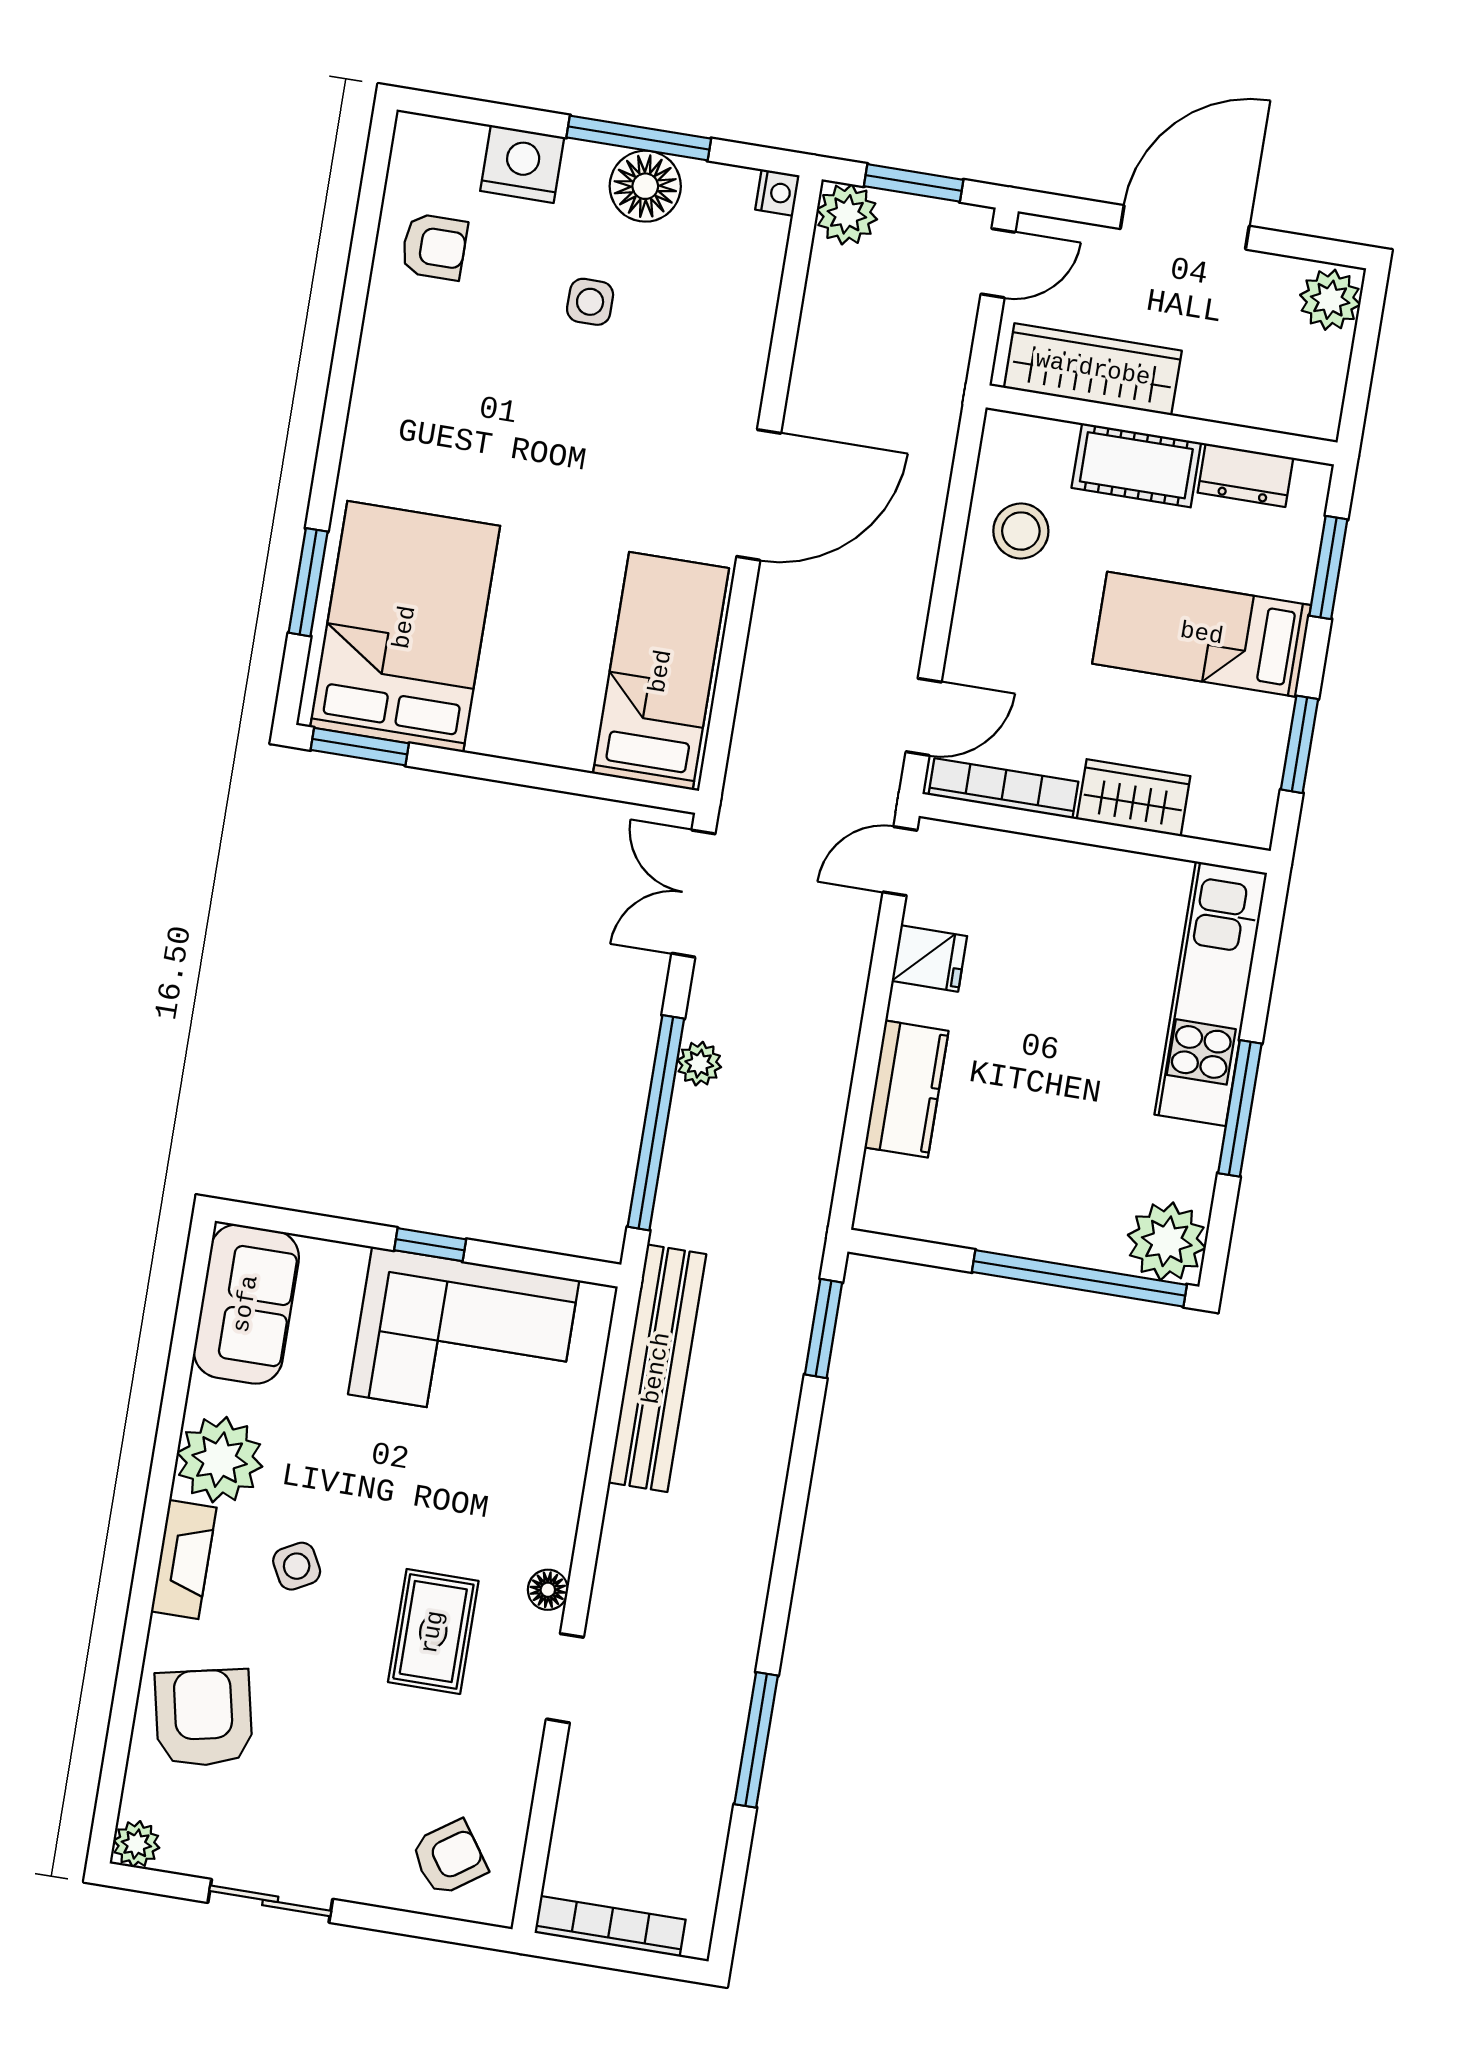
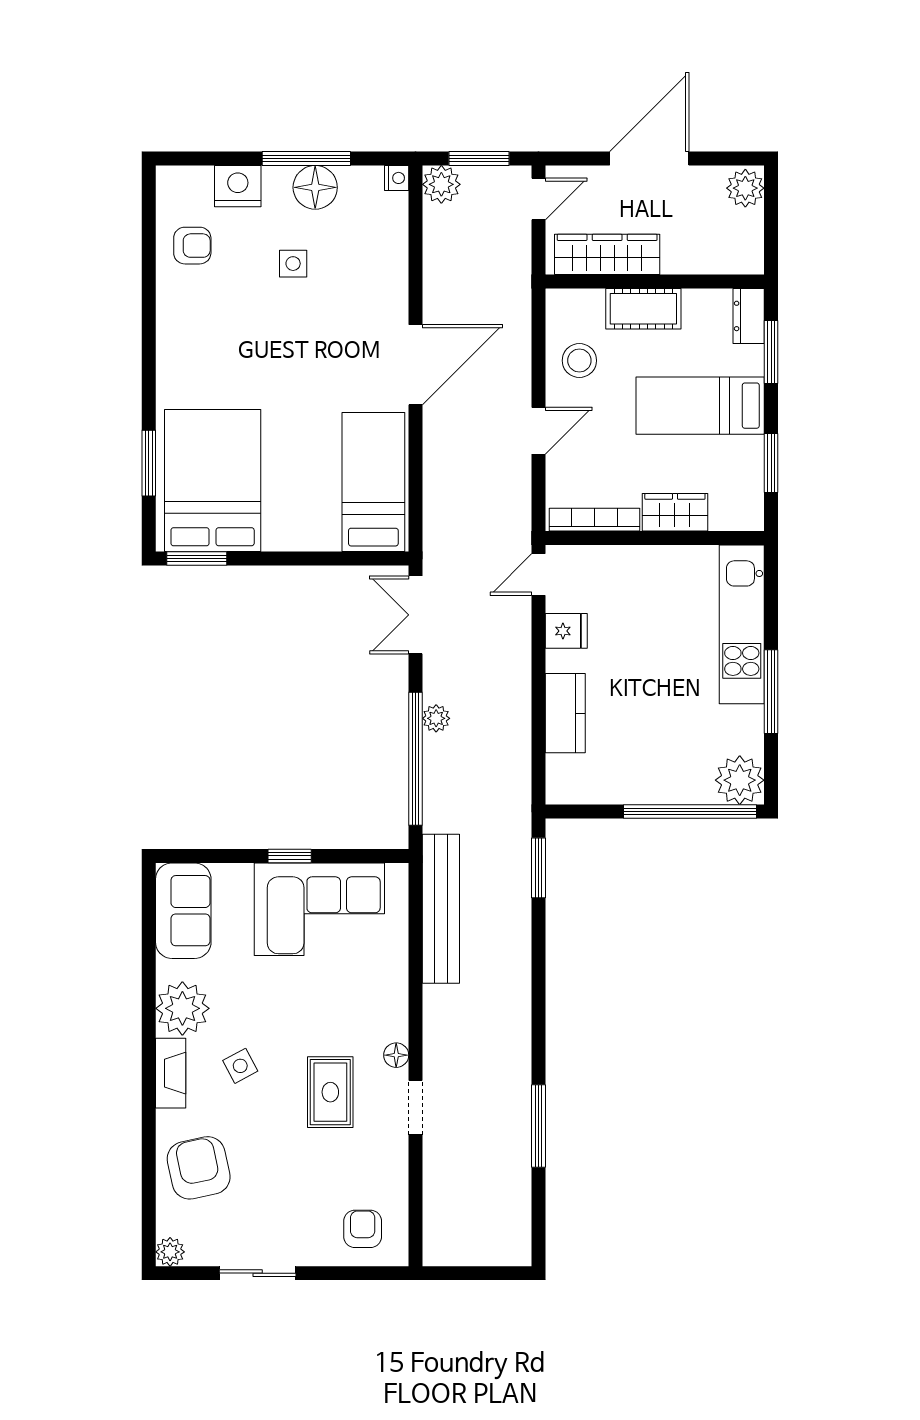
dresser: (1245, 475) -> (749, 316), moved, turned 90
door: (924, 717) -> (539, 431), moved
armchair: (449, 1858) -> (363, 1229), turned -55
bookcase: (610, 1926) -> (468, 1255), removed

